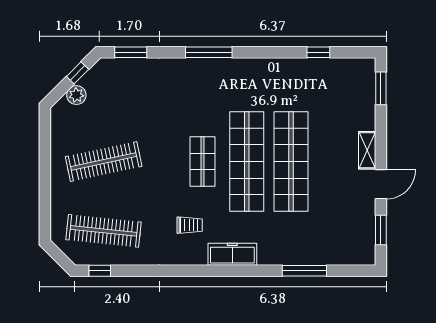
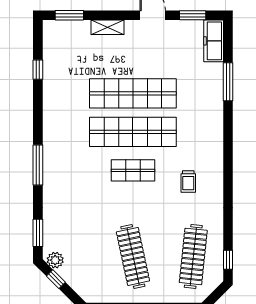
plant: (76, 95) -> (55, 260), moved
shelving: (367, 150) -> (107, 27), moved
trolley: (190, 225) -> (188, 182), turned 180
freezer: (232, 254) -> (214, 41), moved

